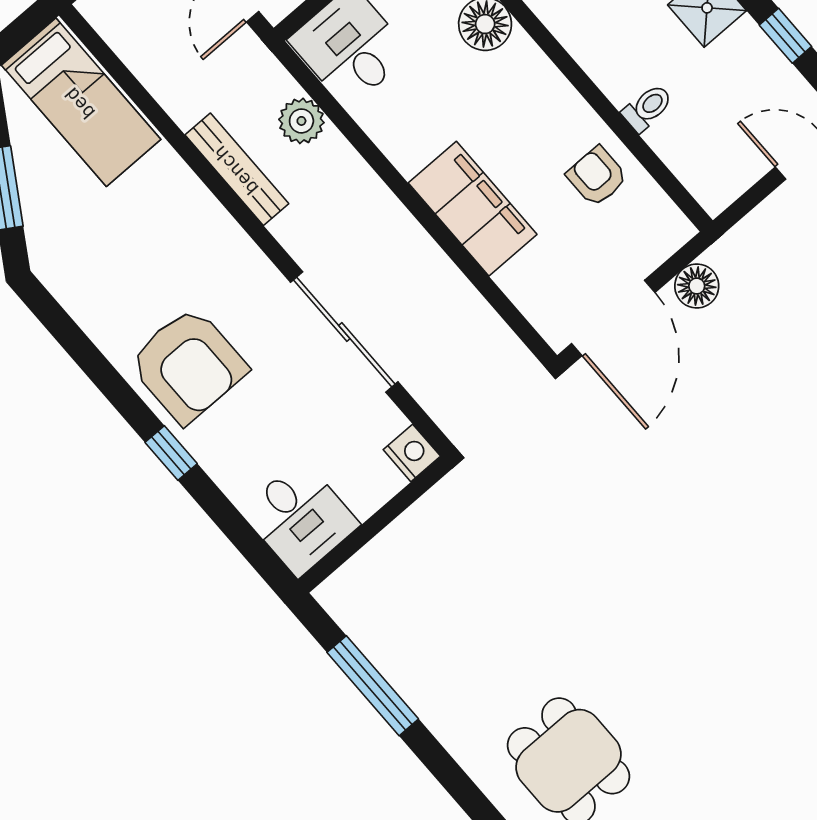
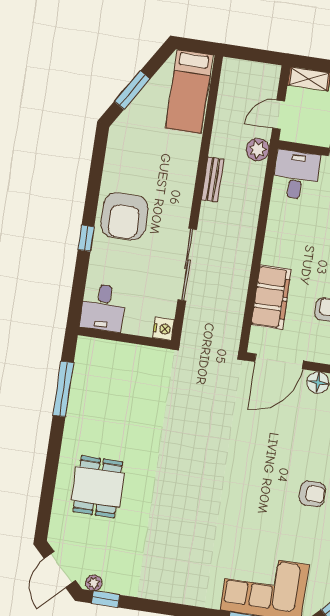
plant: (301, 121) -> (258, 150), moved
bench: (237, 169) -> (213, 180), width x0.73
filing cabinet: (473, 209) -> (271, 297), moved

